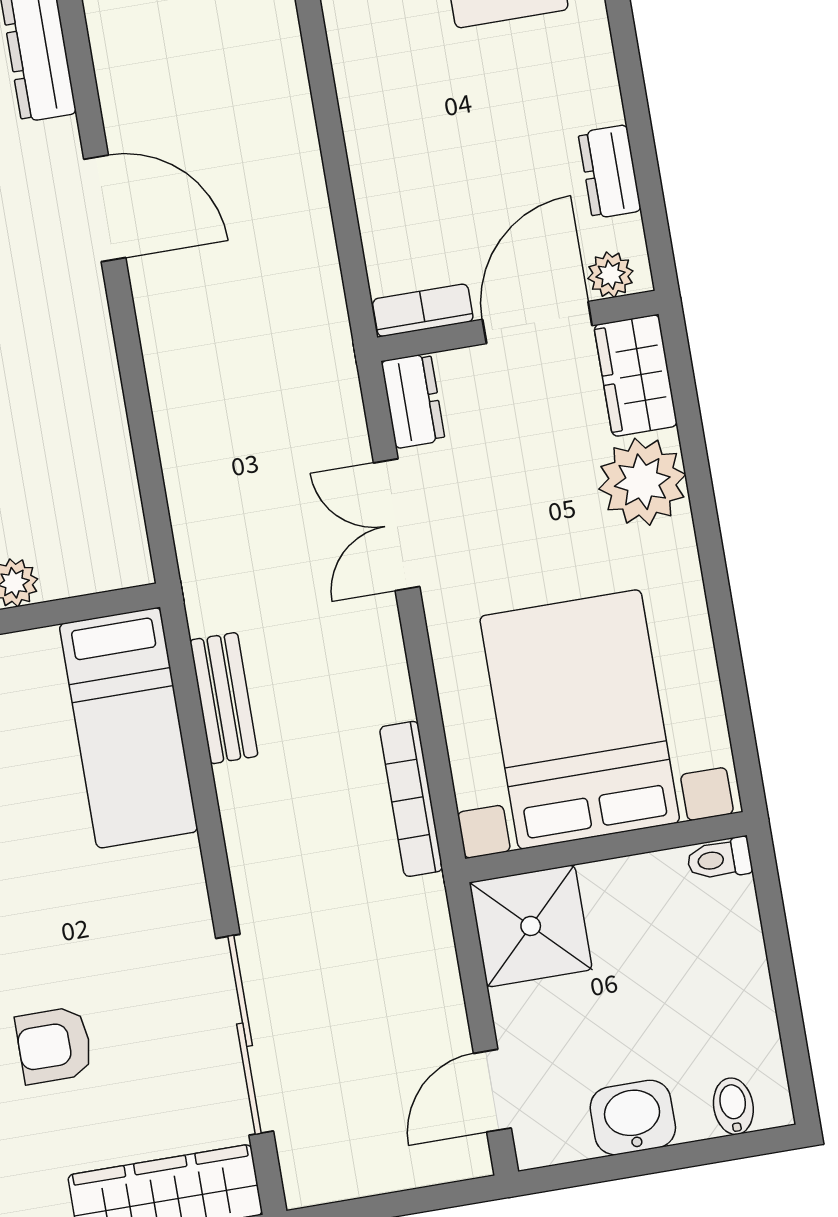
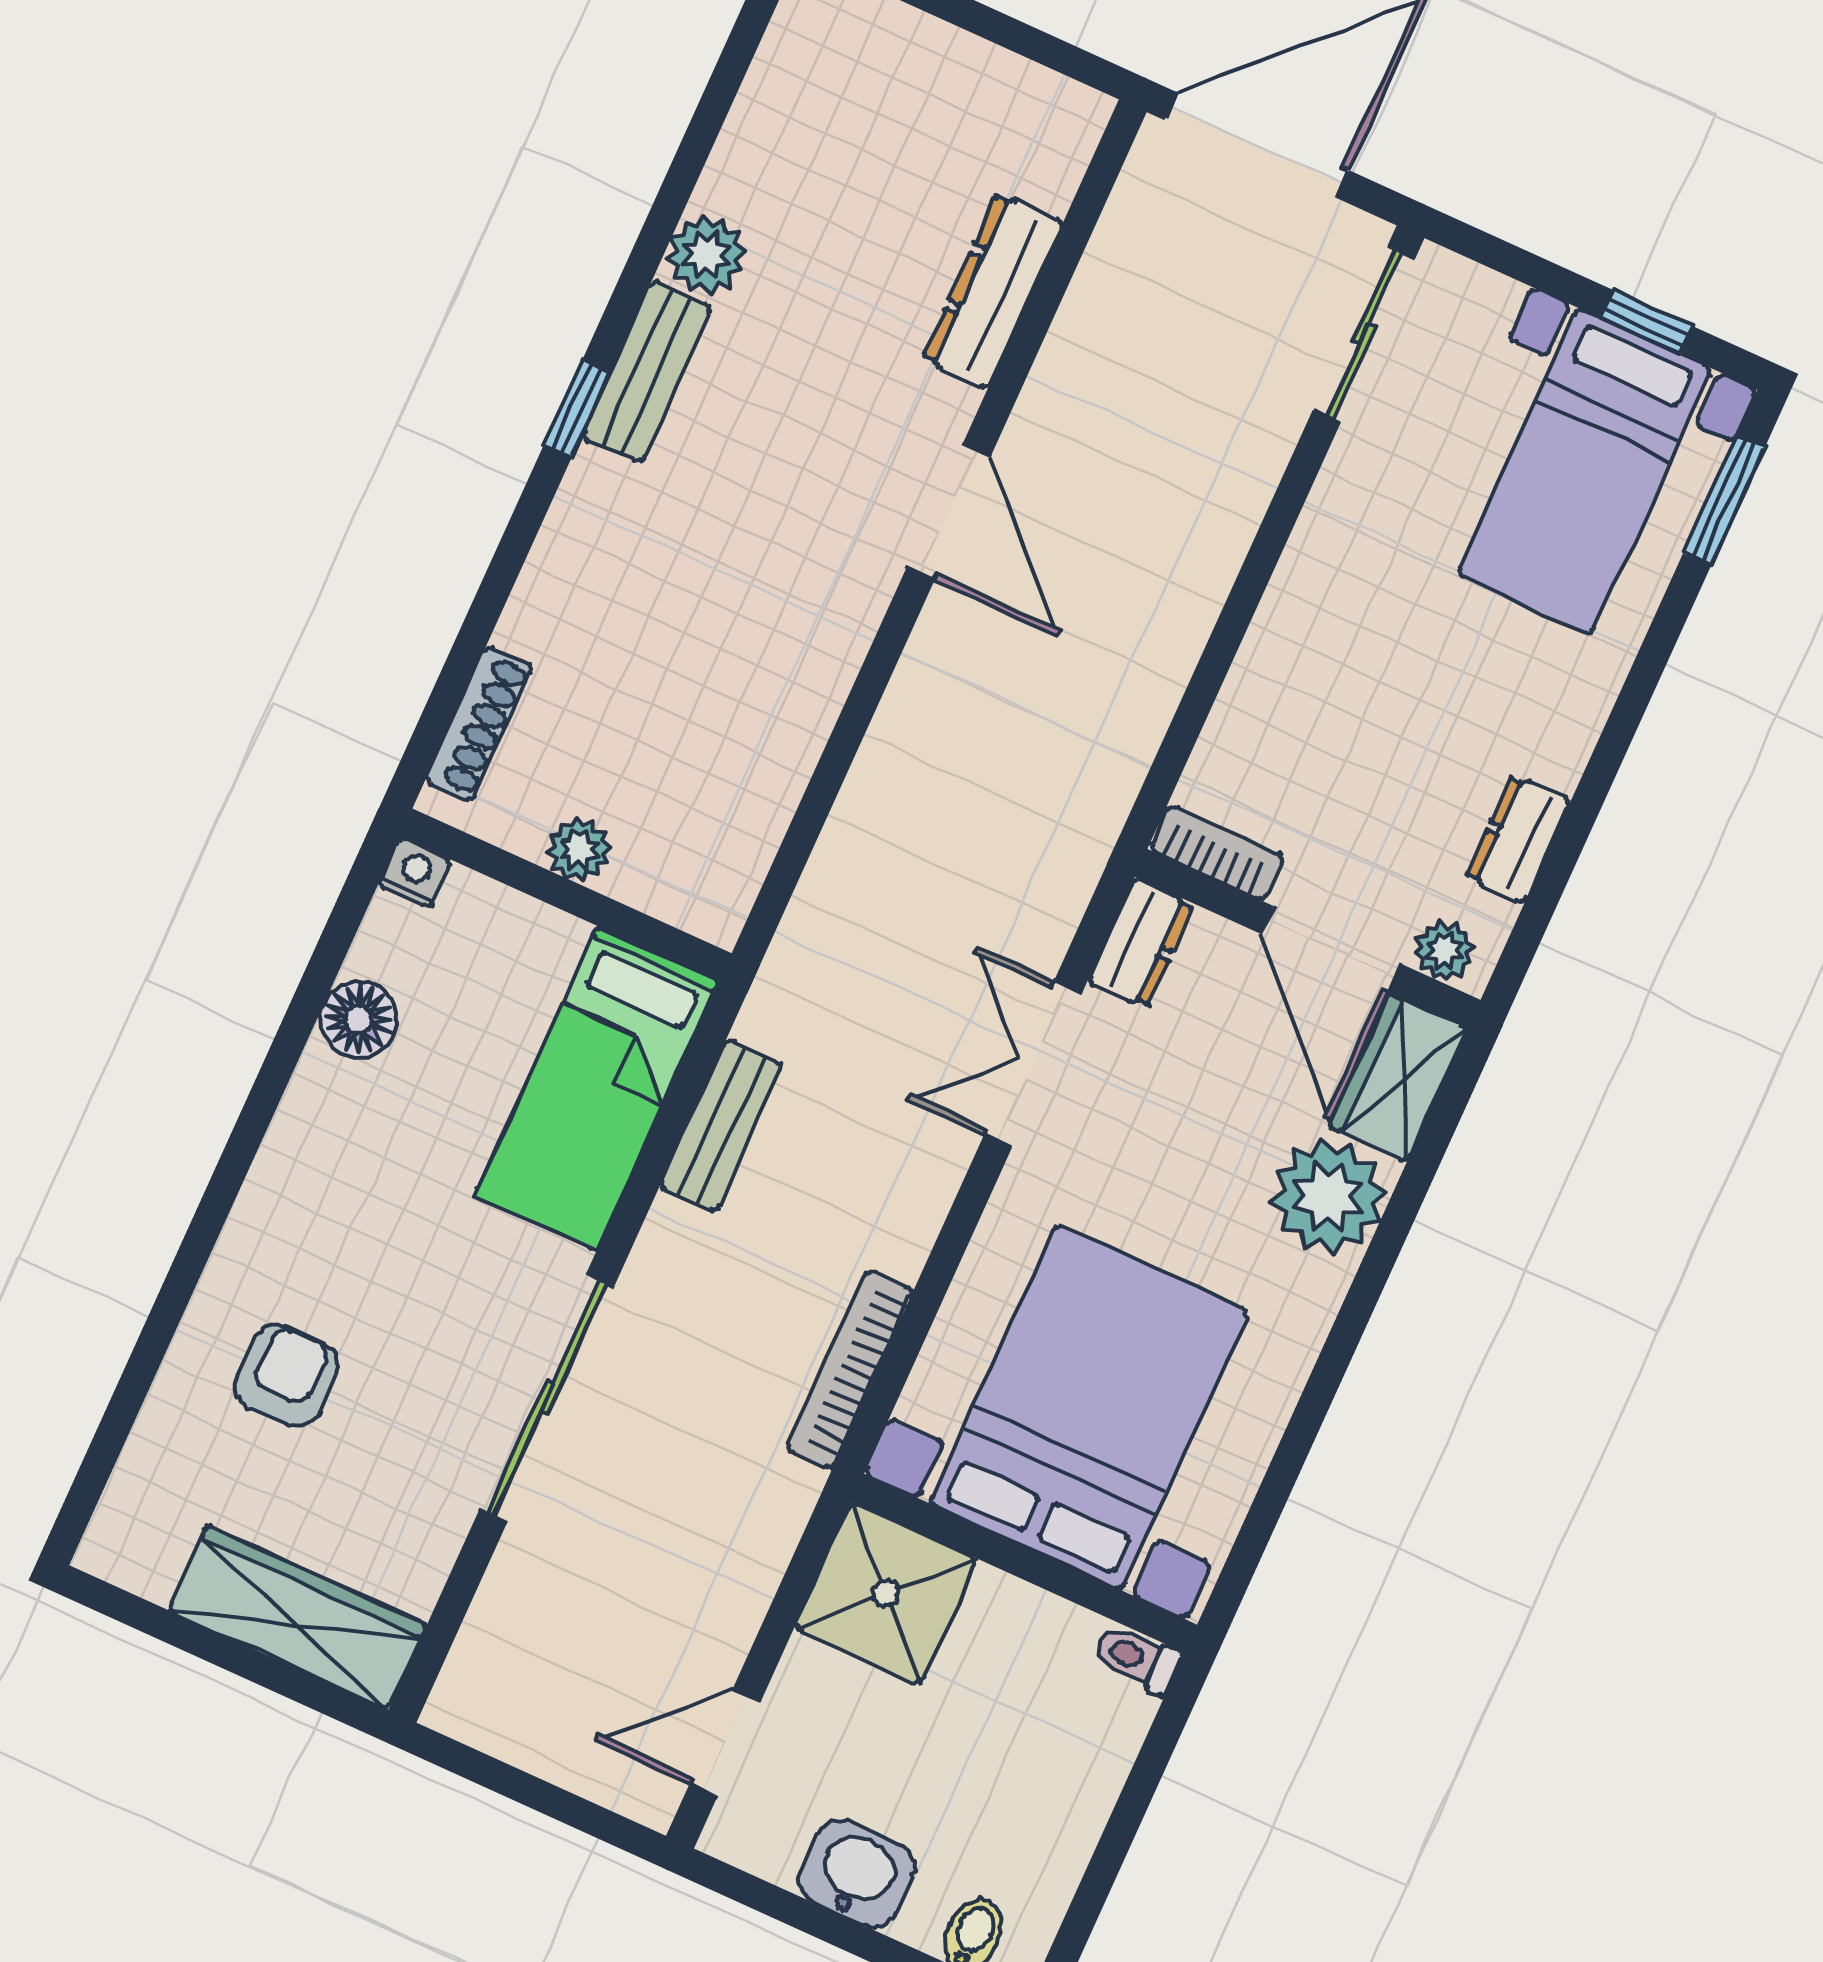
door: (537, 322) -> (1331, 949), swing flipped
sliding door: (245, 1035) -> (547, 1398), moved
armchair: (54, 1045) -> (287, 1376), turned 90

